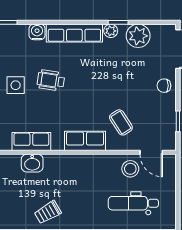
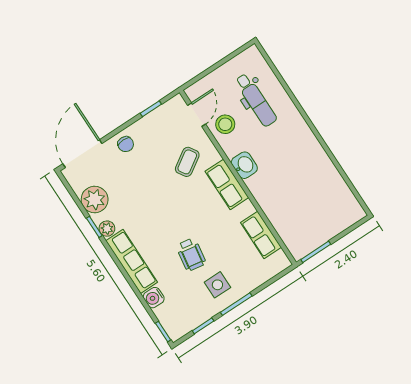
washbasin: (32, 163) -> (244, 165), moved
trolley: (48, 212) -> (318, 175), removed

